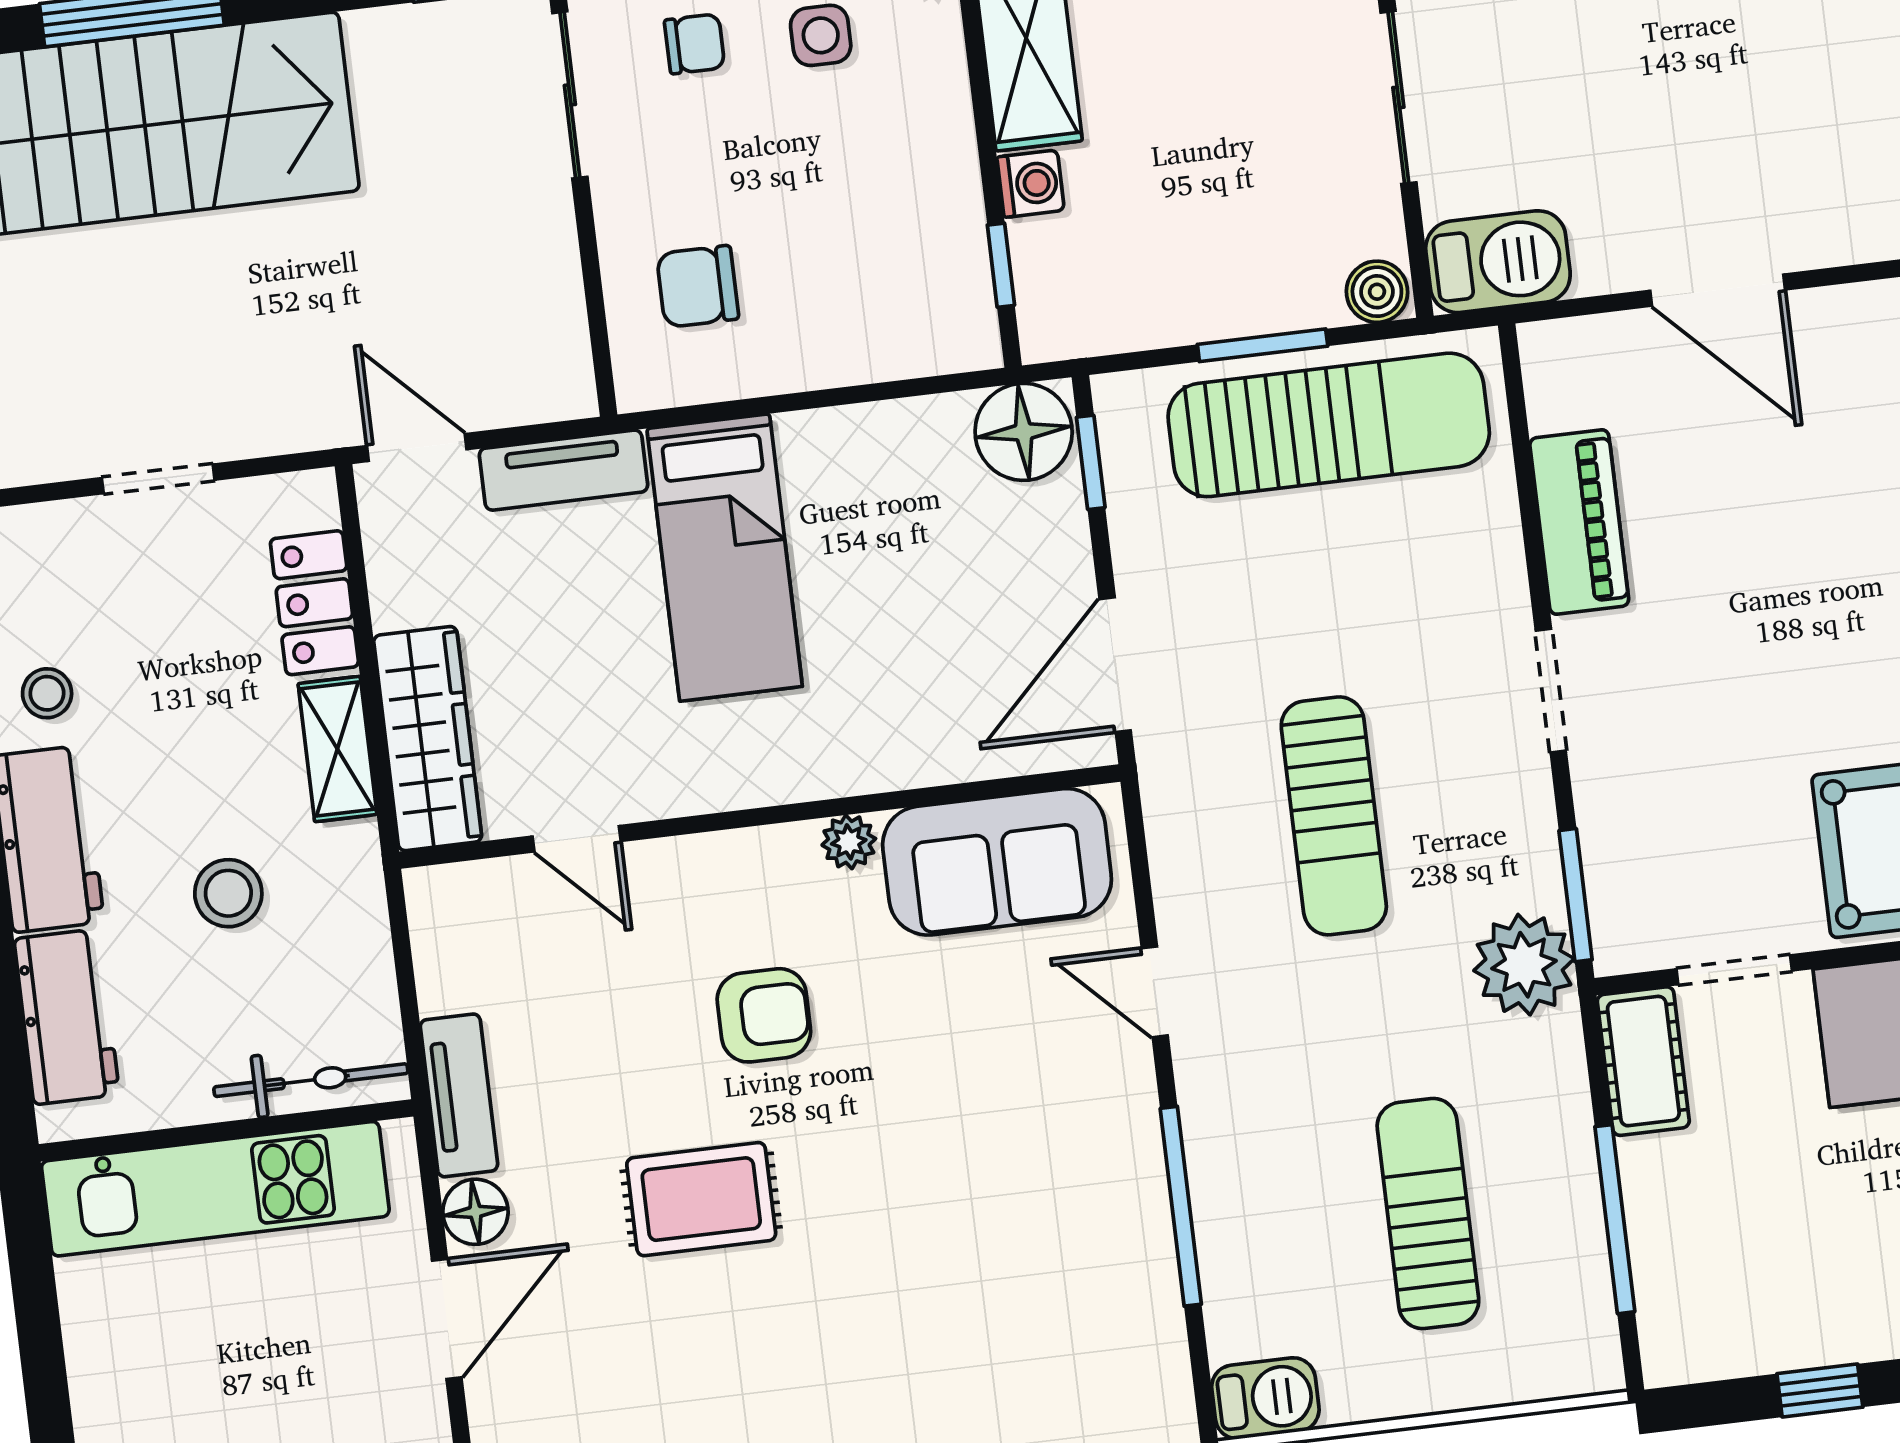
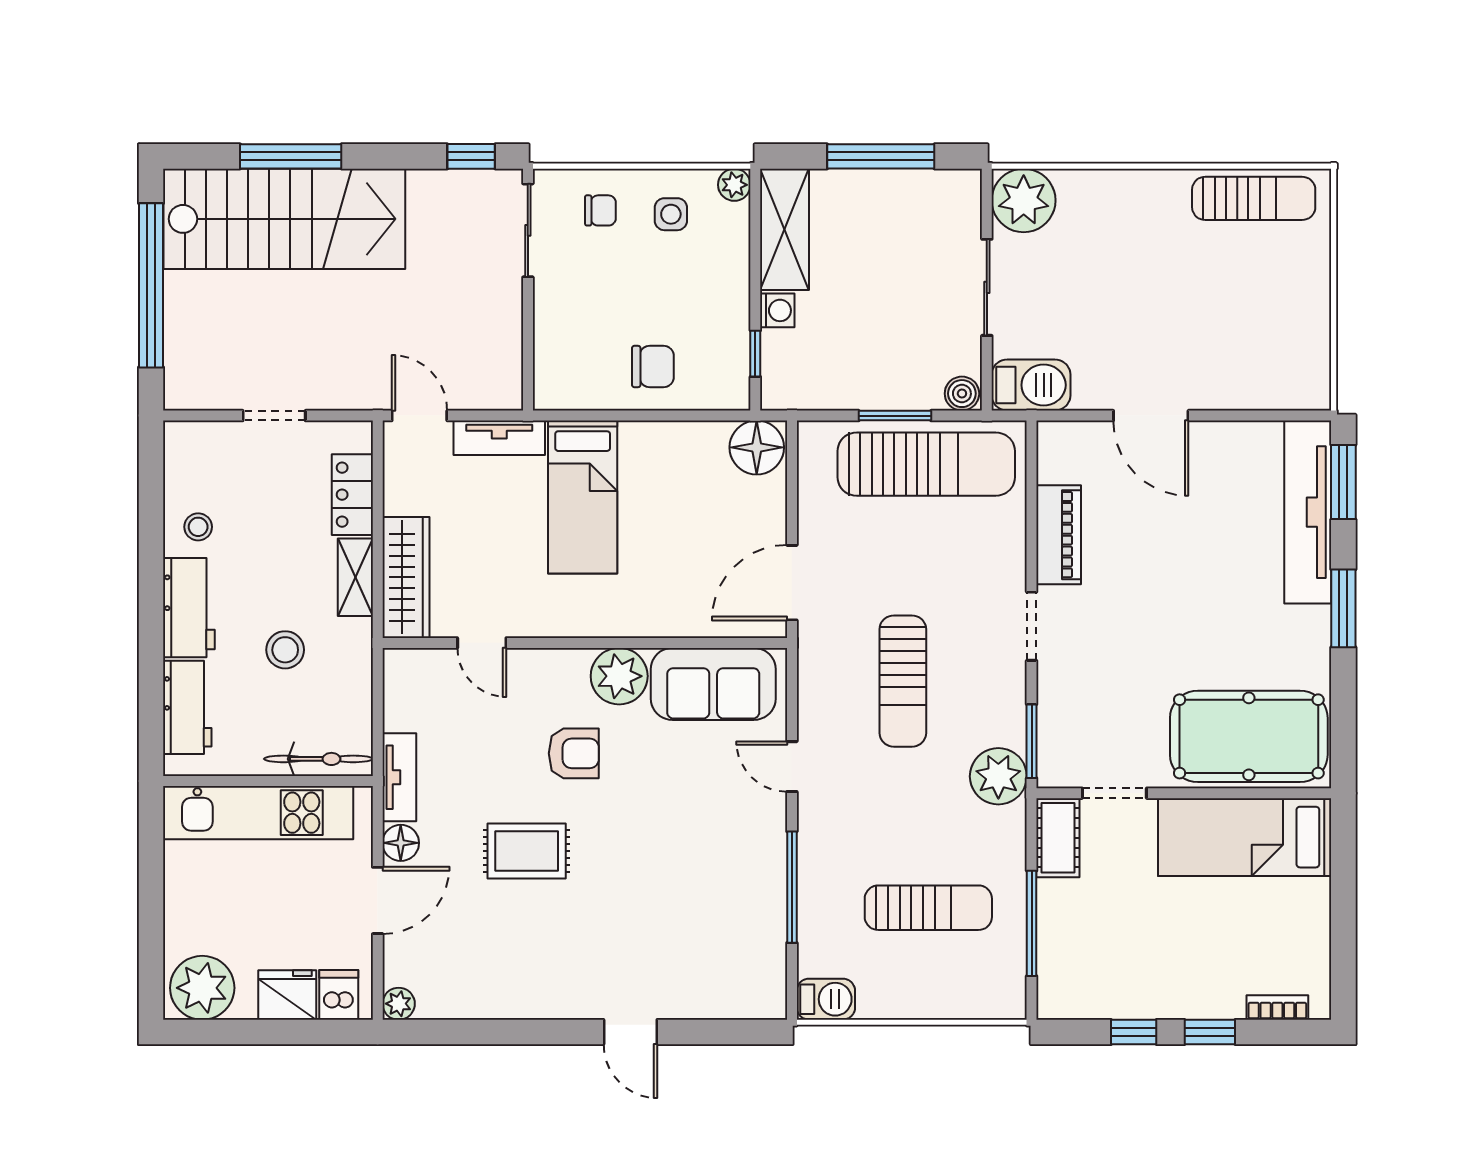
chair: (698, 286) -> (653, 366), moved, turned 180
window: (1091, 462) -> (792, 469), removed
plant: (849, 842) -> (619, 676), width x1.88, depth x1.88
sun lounger: (1428, 1214) -> (928, 908), turned 90

